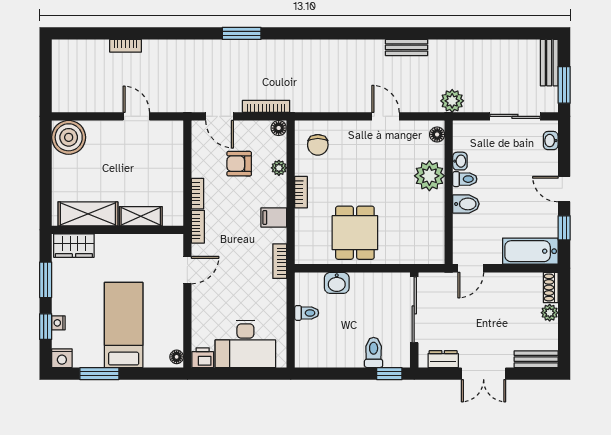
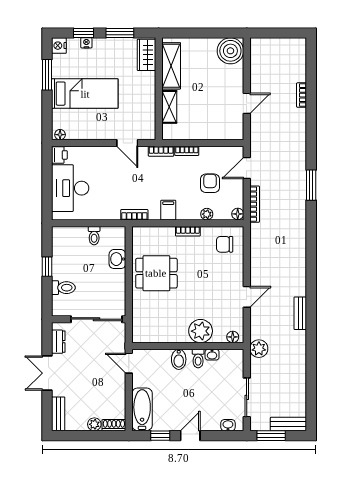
window: (389, 374) -> (47, 267), moved

